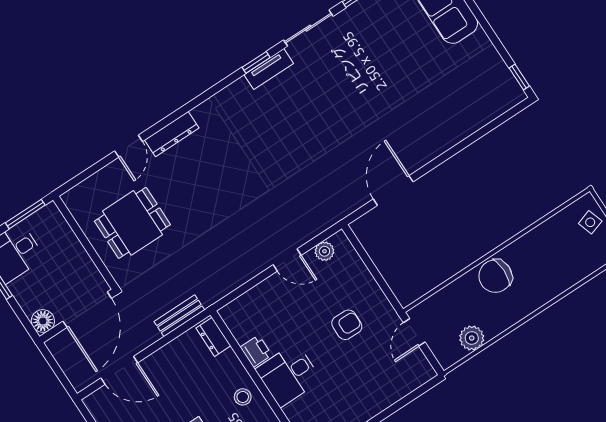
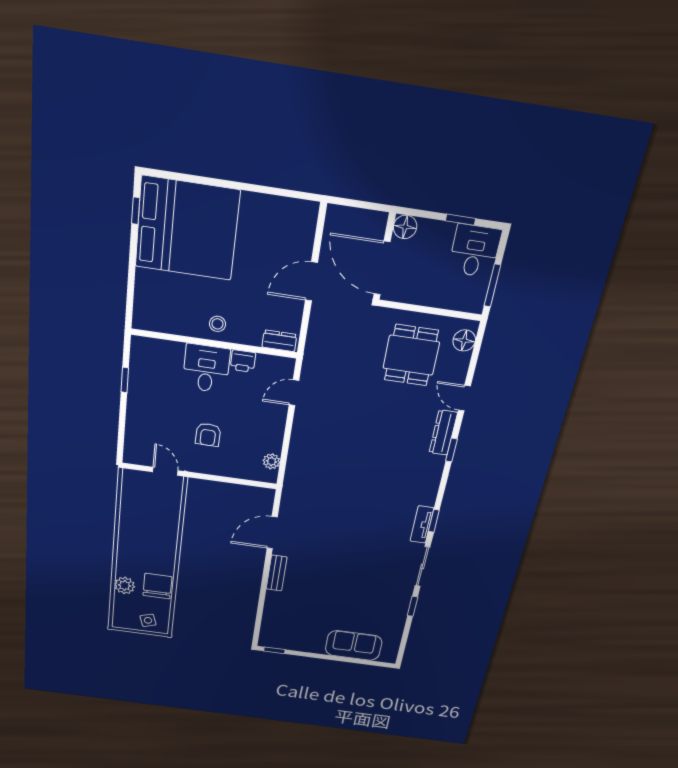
window: (180, 112) -> (451, 450), added
door: (393, 190) -> (272, 533), swing flipped
floor lamp: (84, 193) -> (464, 340), added
door: (287, 260) -> (294, 393), moved
chair: (495, 276) -> (157, 586), moved
bench: (179, 316) -> (277, 573), moved
plant: (472, 338) -> (125, 585), moved
door: (119, 370) -> (311, 281), moved

